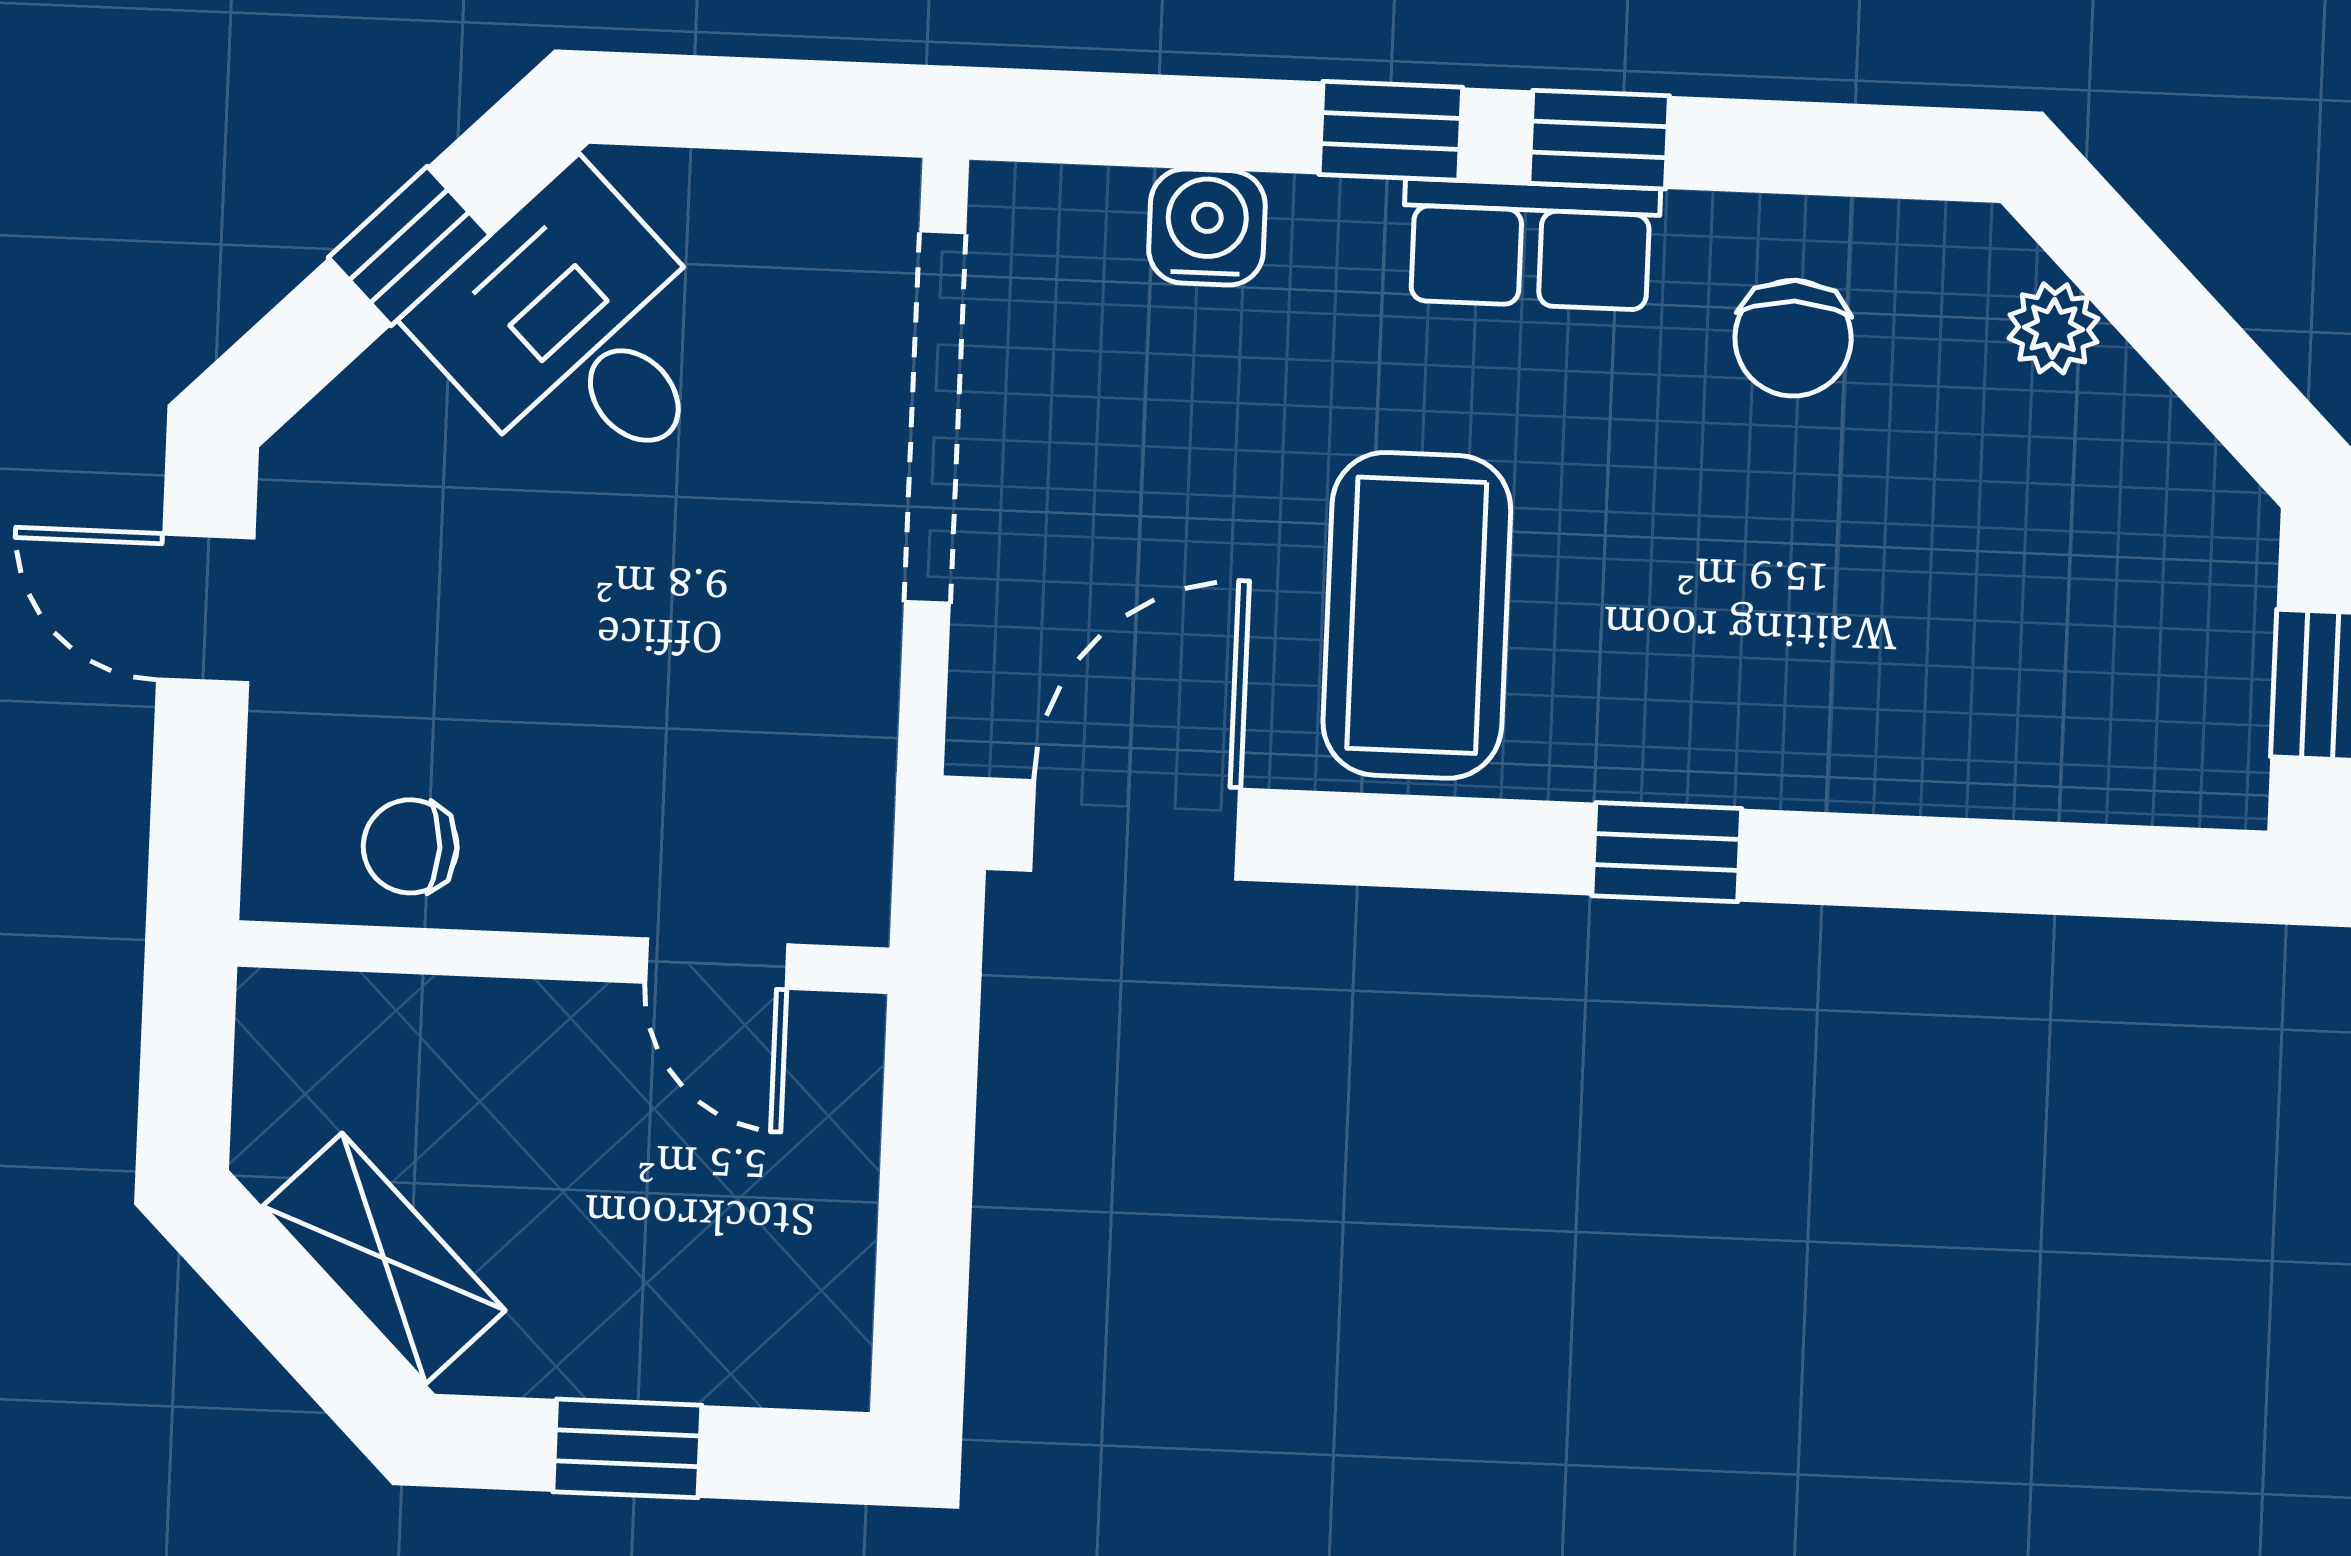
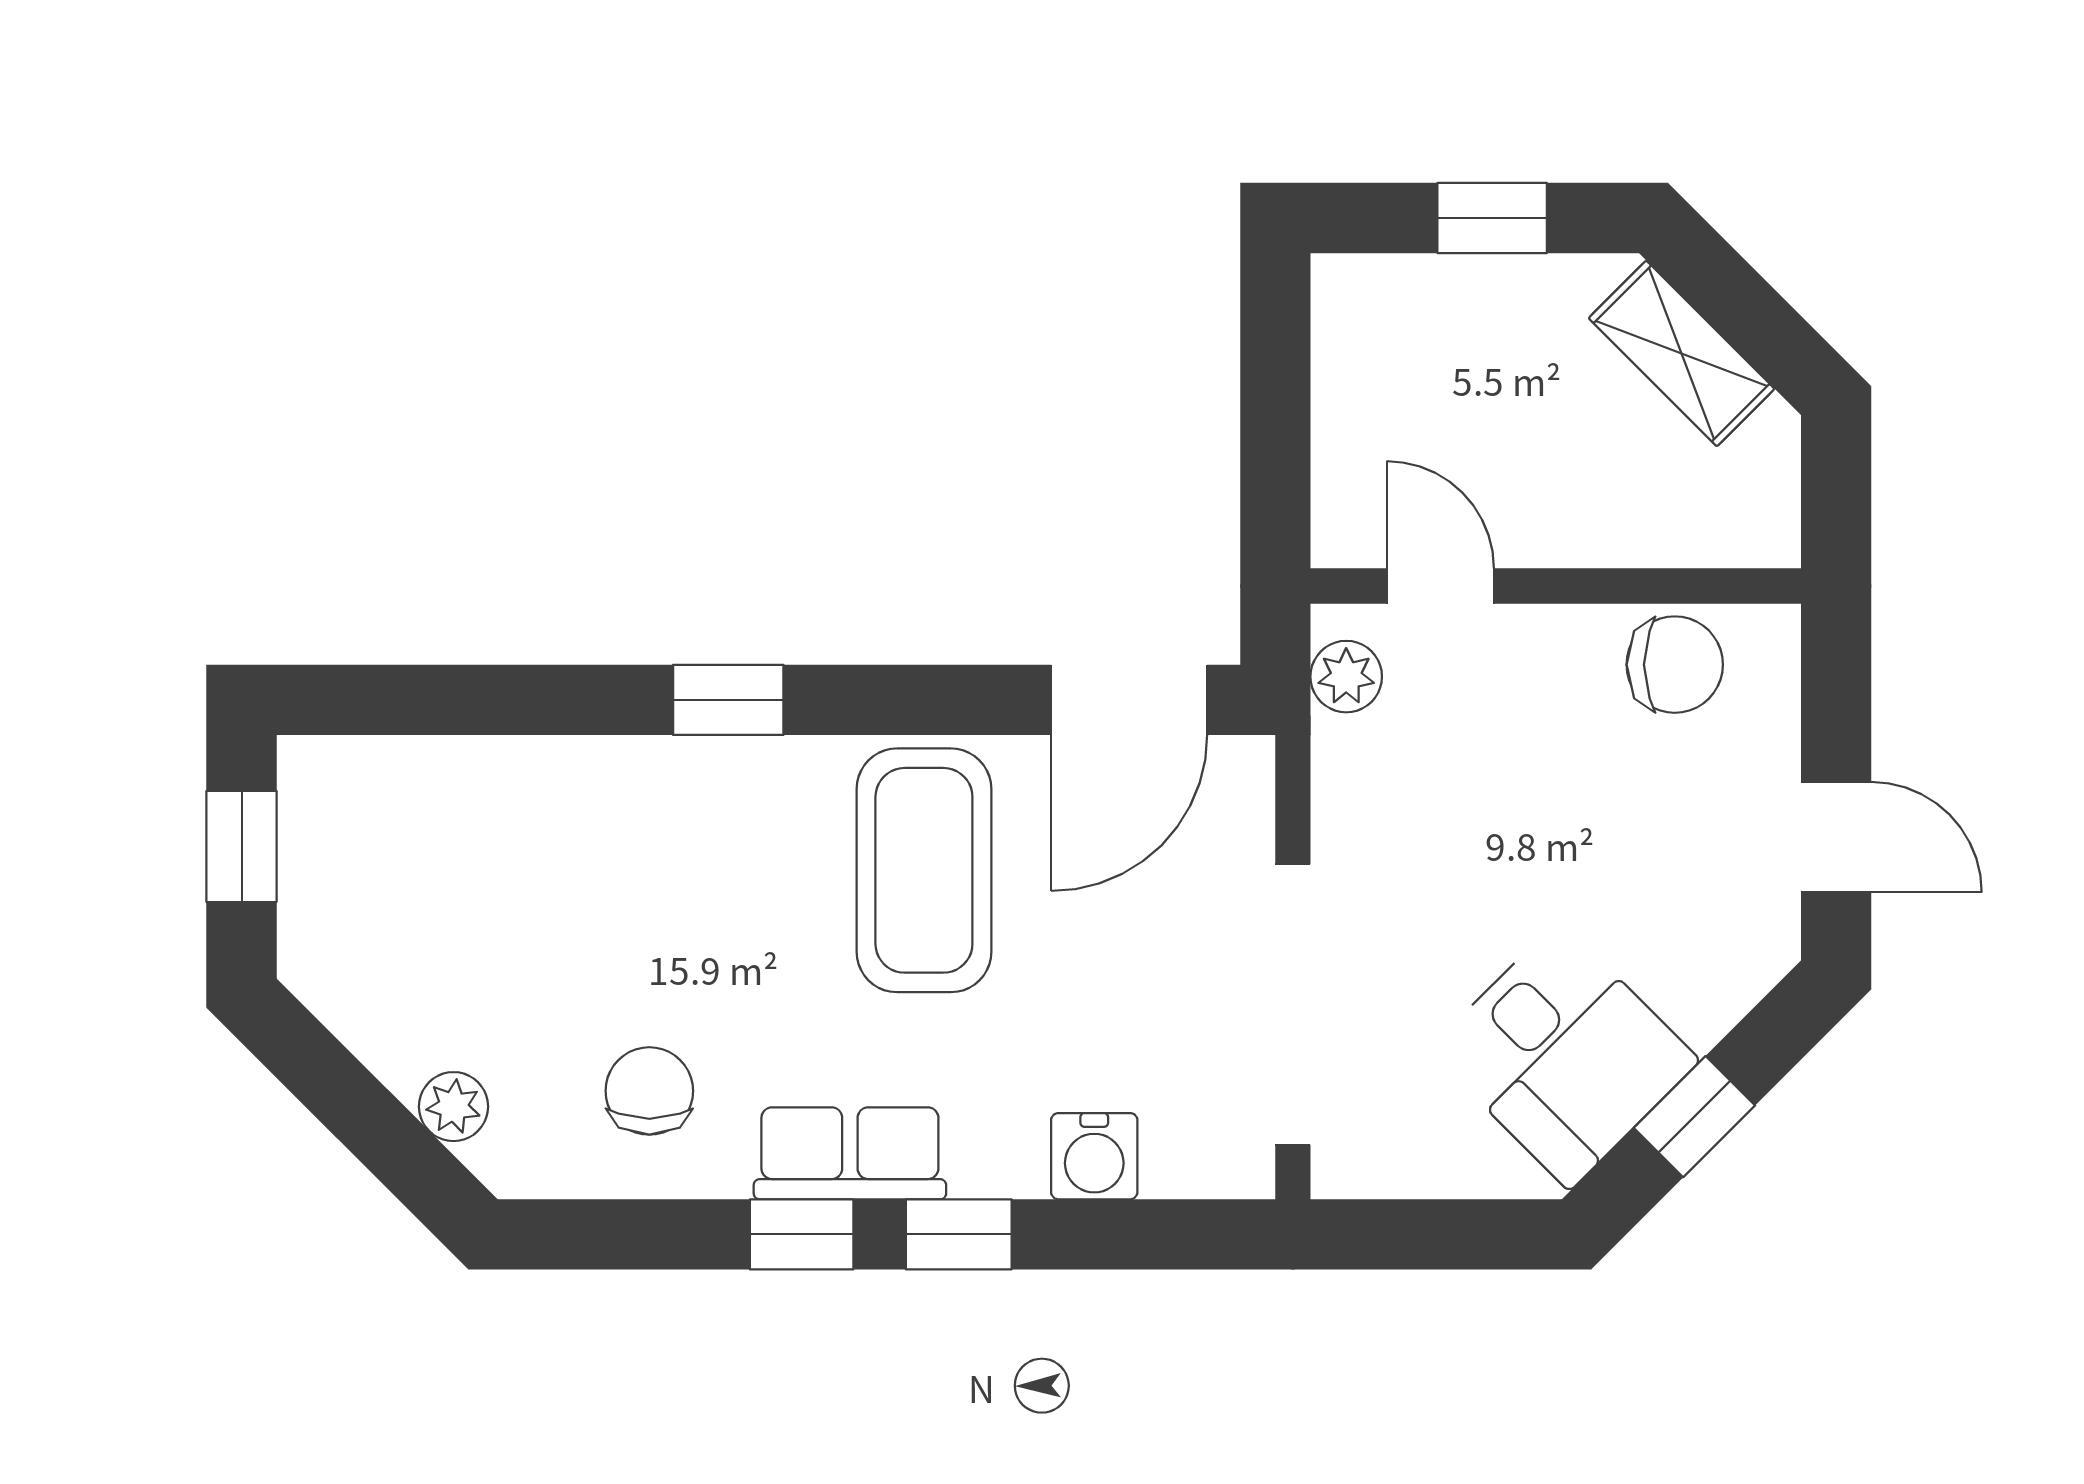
chair: (410, 846) -> (1675, 665), width x1.37, depth x1.37
plant: (846, 849) -> (1346, 677), added

